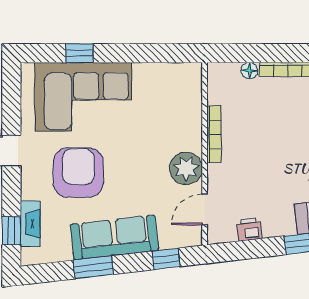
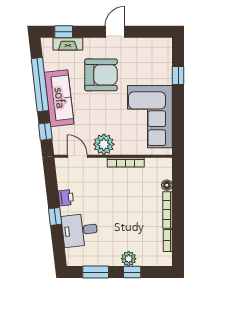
corner sofa: (83, 97) -> (150, 117), moved
printer: (249, 229) -> (66, 198), moved
window: (93, 267) -> (40, 85), width x2.11

